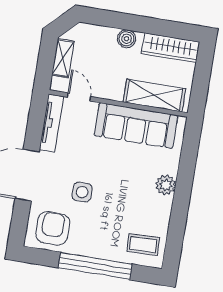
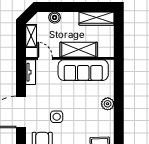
boiler: (127, 39) -> (55, 17), moved
shelving: (154, 95) -> (79, 50), moved
tv unit: (51, 123) -> (31, 72), width x0.71

